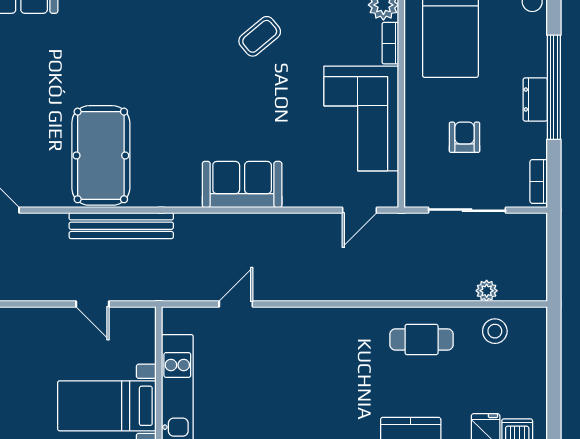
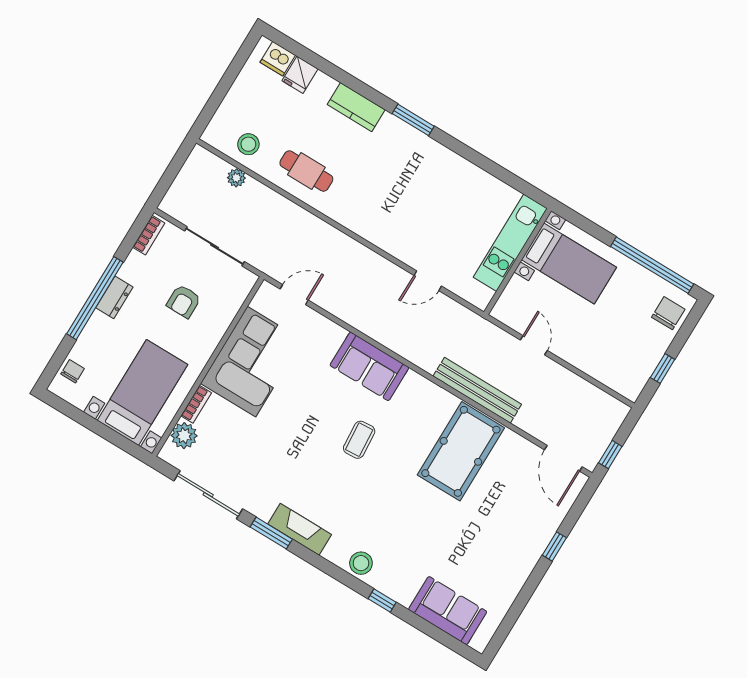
coffee table: (260, 36) -> (359, 440), moved, turned -54

